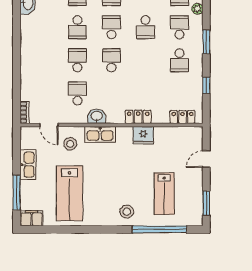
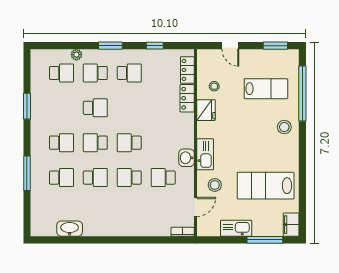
locker: (138, 117) -> (187, 98), moved
stool: (167, 143) -> (214, 86), added
lab bench: (70, 193) -> (266, 186), turned 180

